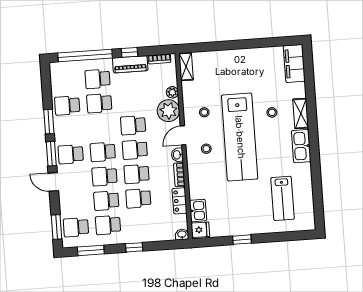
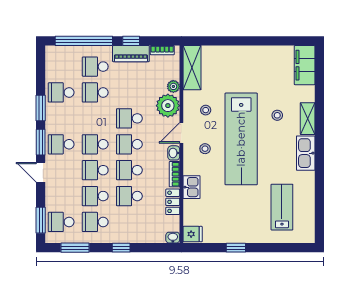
shelving: (186, 67) -> (192, 68), width x1.50, depth x1.33
lab bench: (283, 198) -> (282, 207), turned 180
kitchen sink: (198, 210) -> (192, 187), moved

